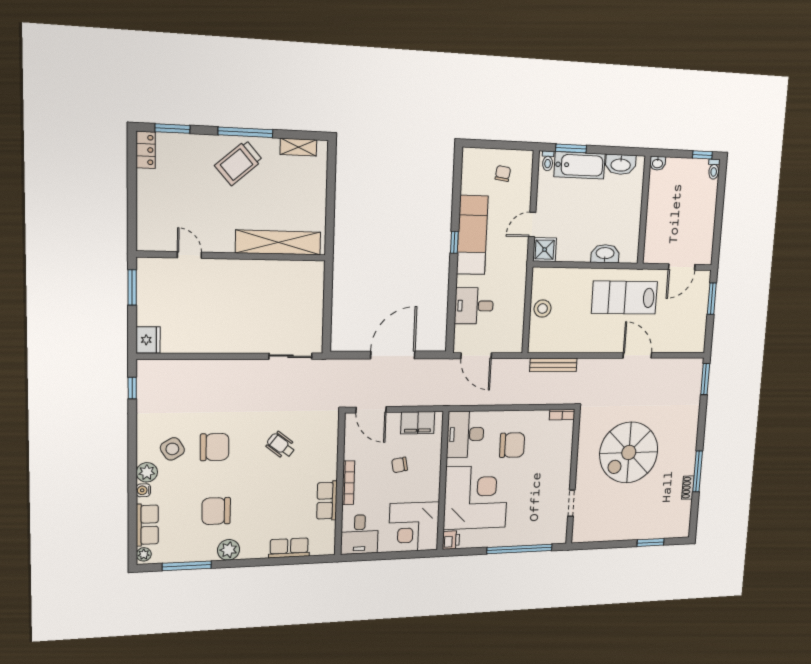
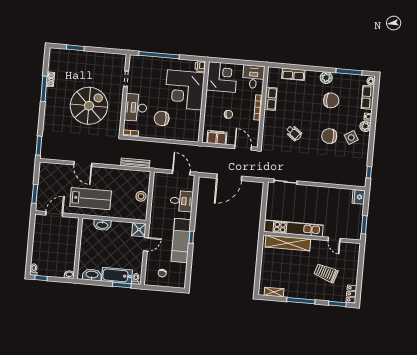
trolley: (239, 163) -> (326, 273), moved, turned -121
kitchen unit: (270, 271) -> (293, 228), added
desk: (465, 434) -> (136, 108), moved, turned 180

